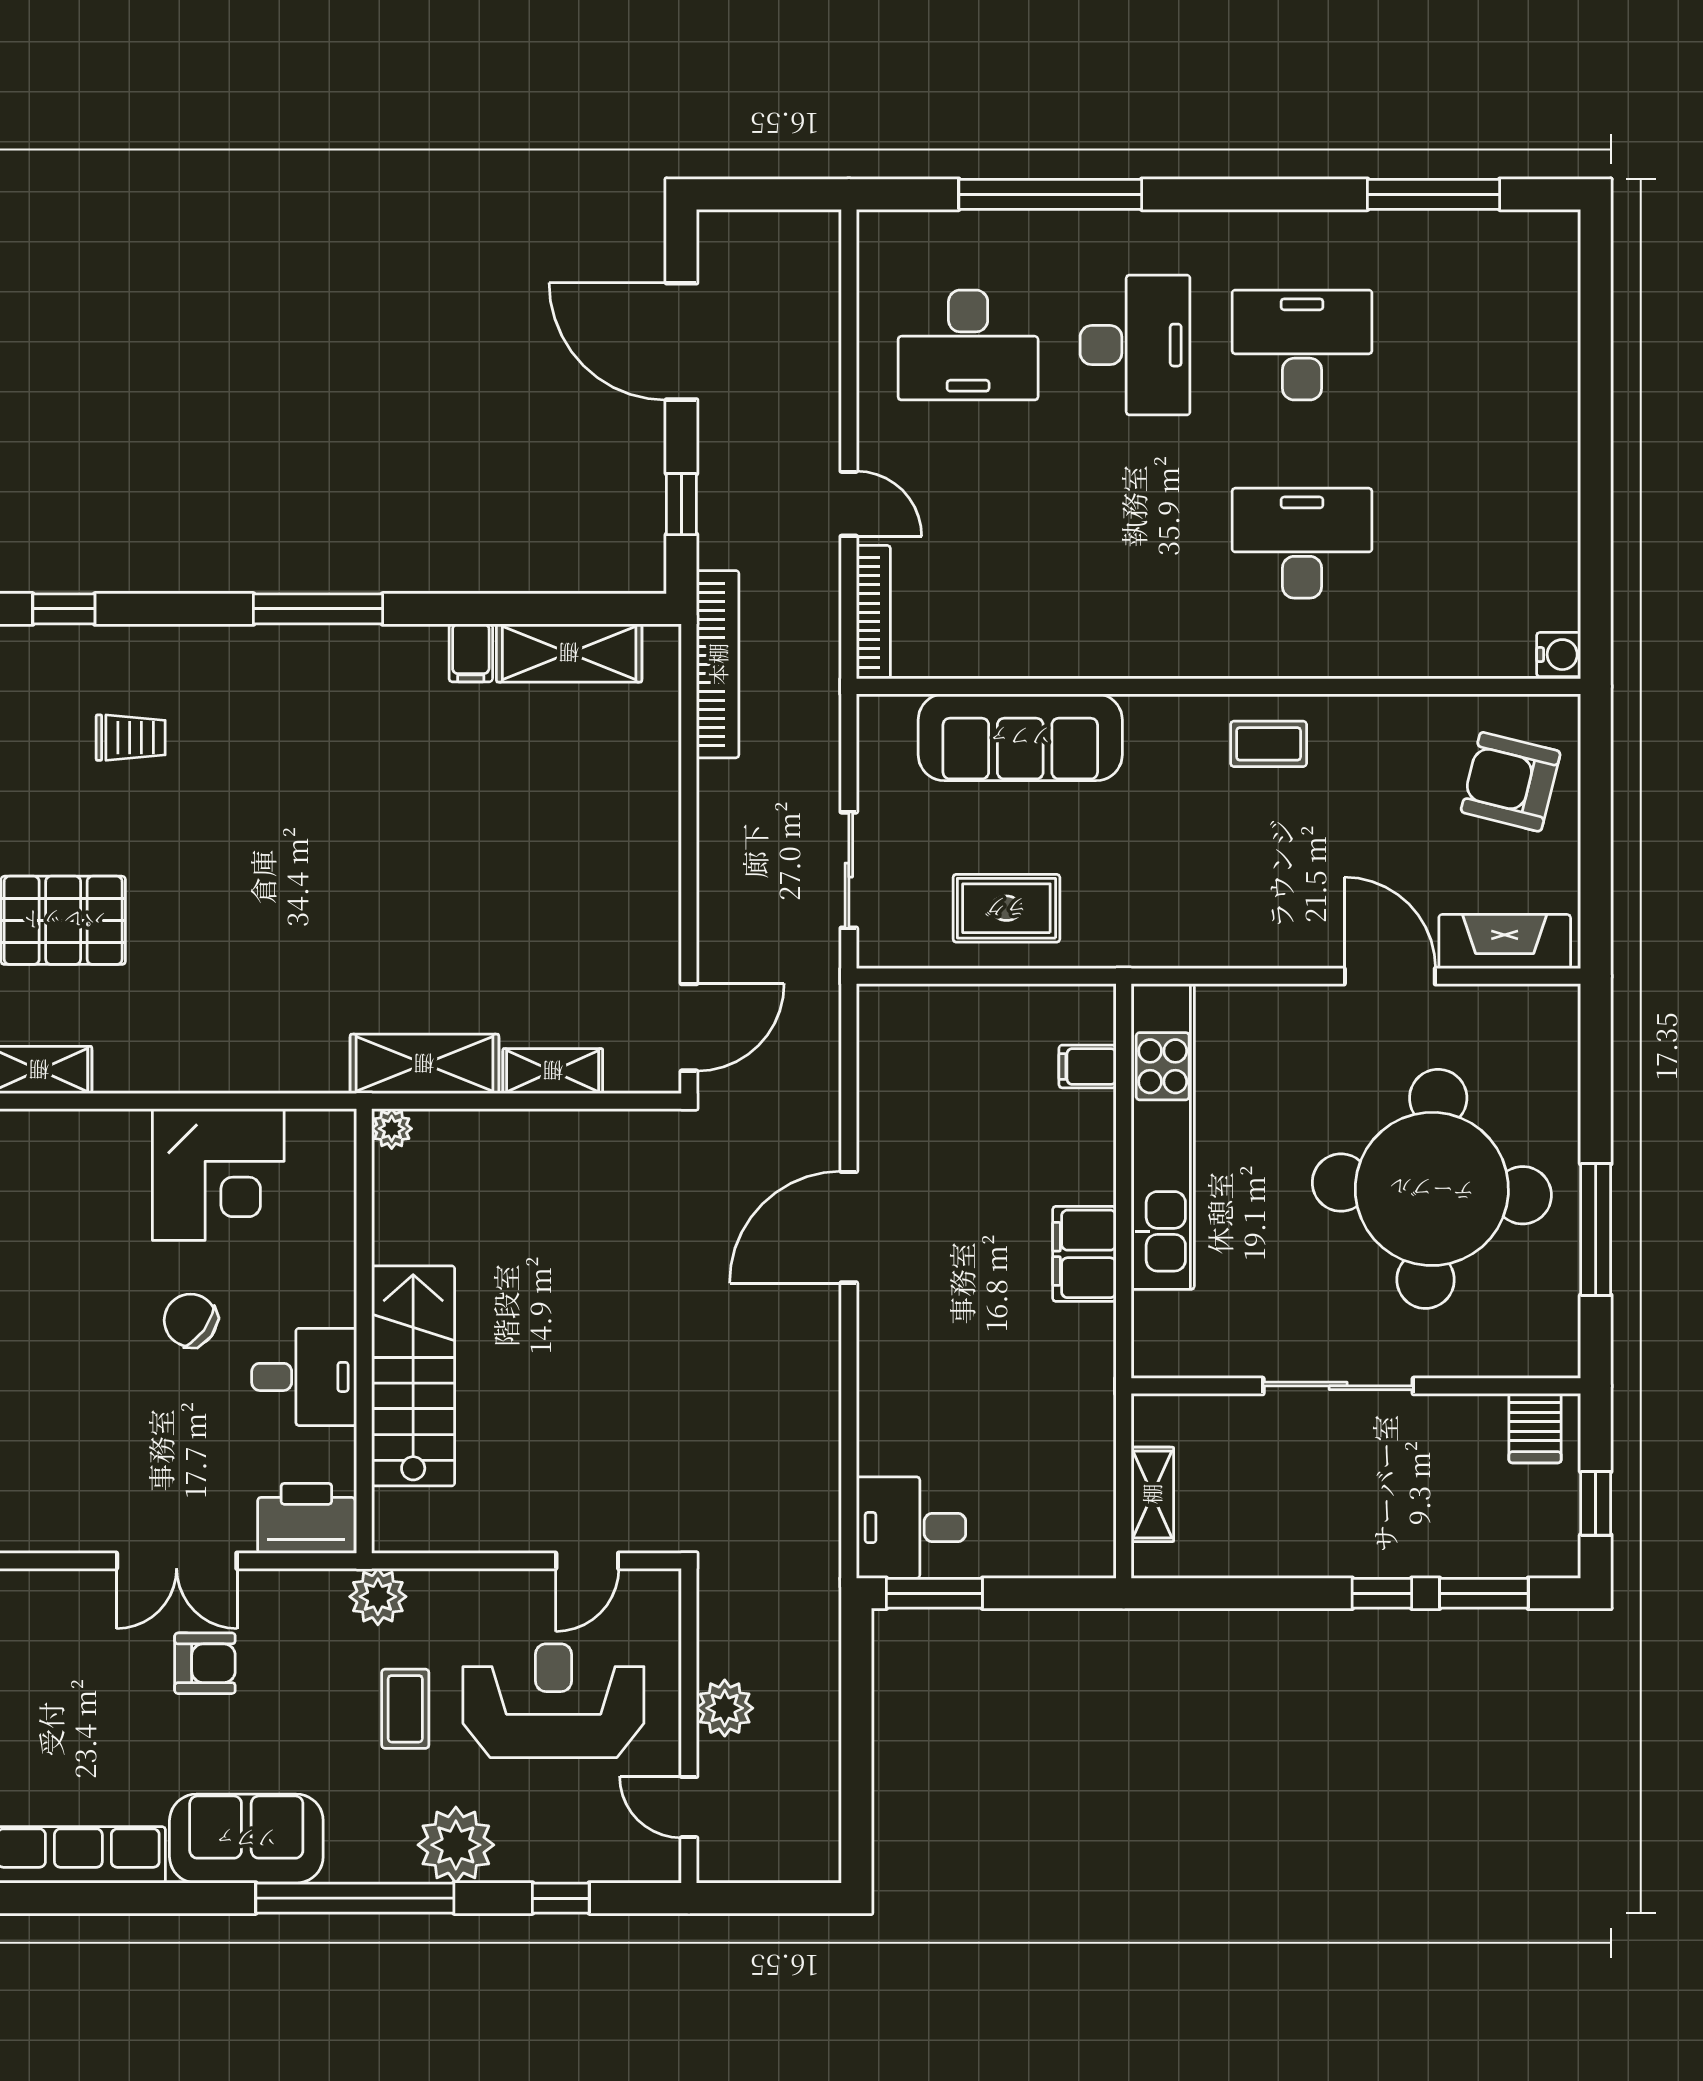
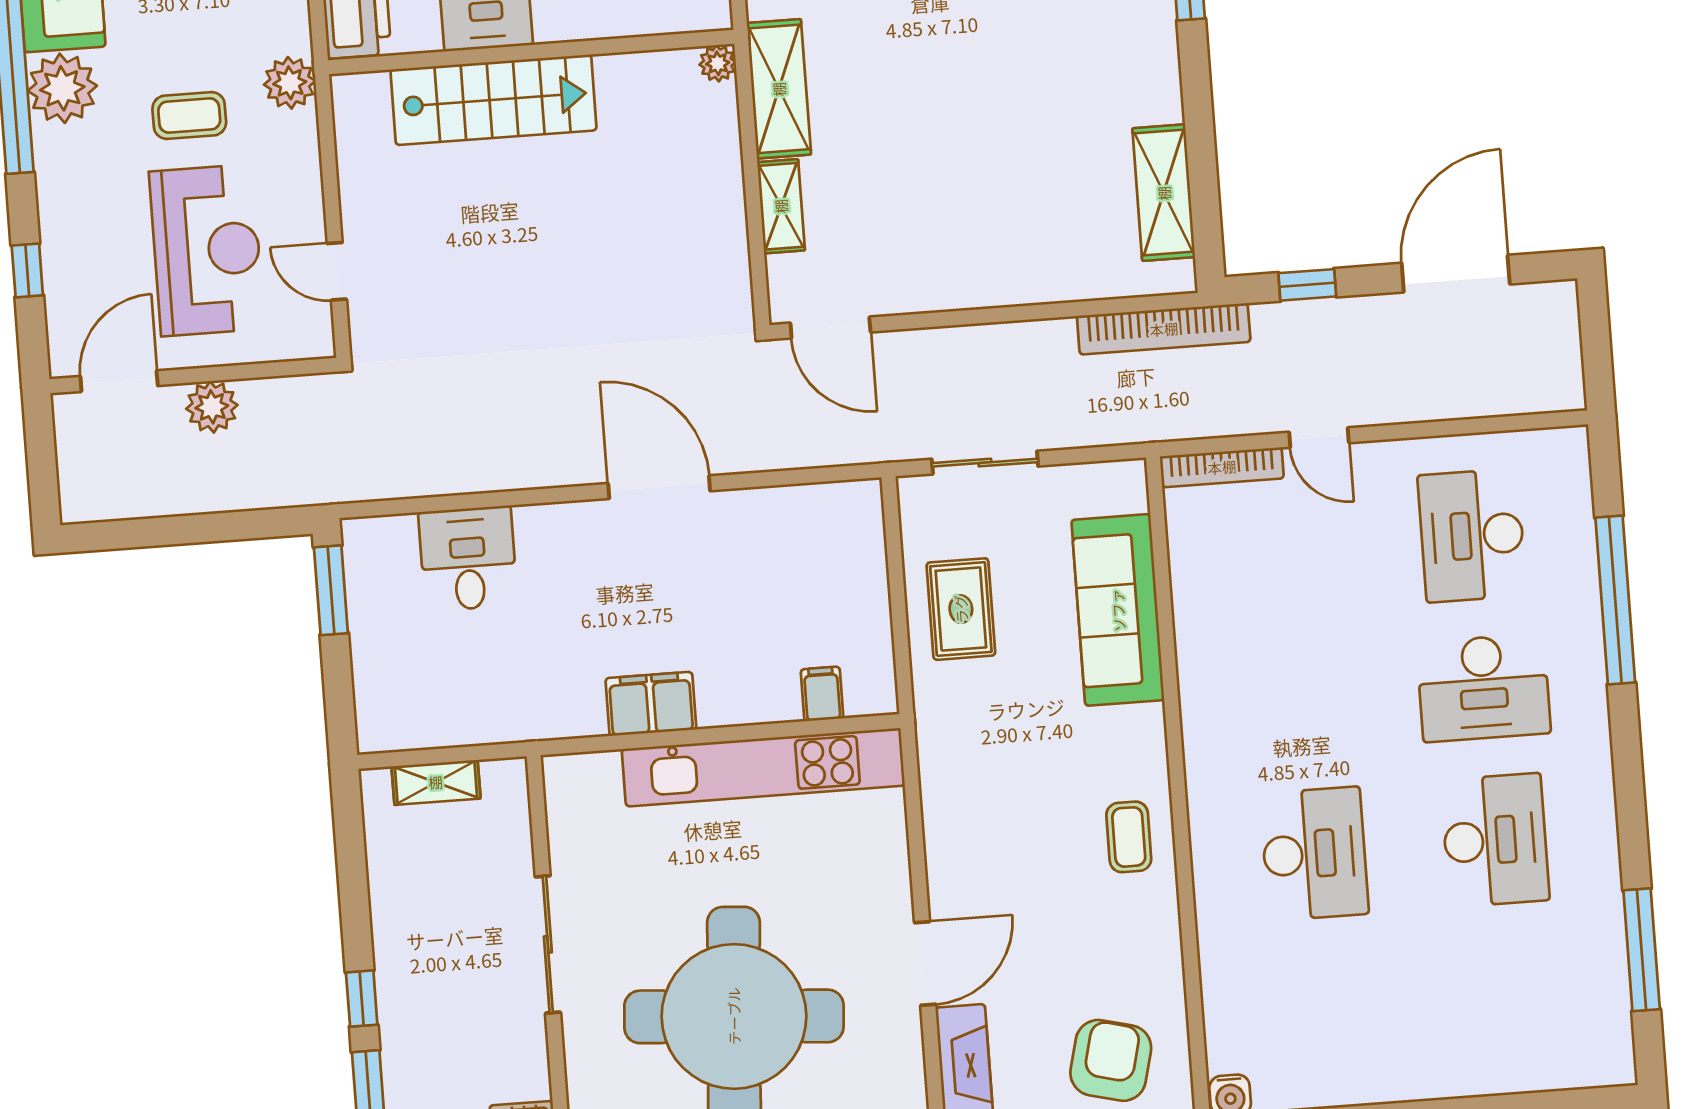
door: (849, 504) -> (1319, 437), hinge flipped
filing cabinet: (471, 653) -> (1157, 103), removed
desk: (911, 1528) -> (468, 559), moved
door: (689, 1807) -> (119, 381), width x1.38
plant: (456, 1845) -> (62, 88), moved

